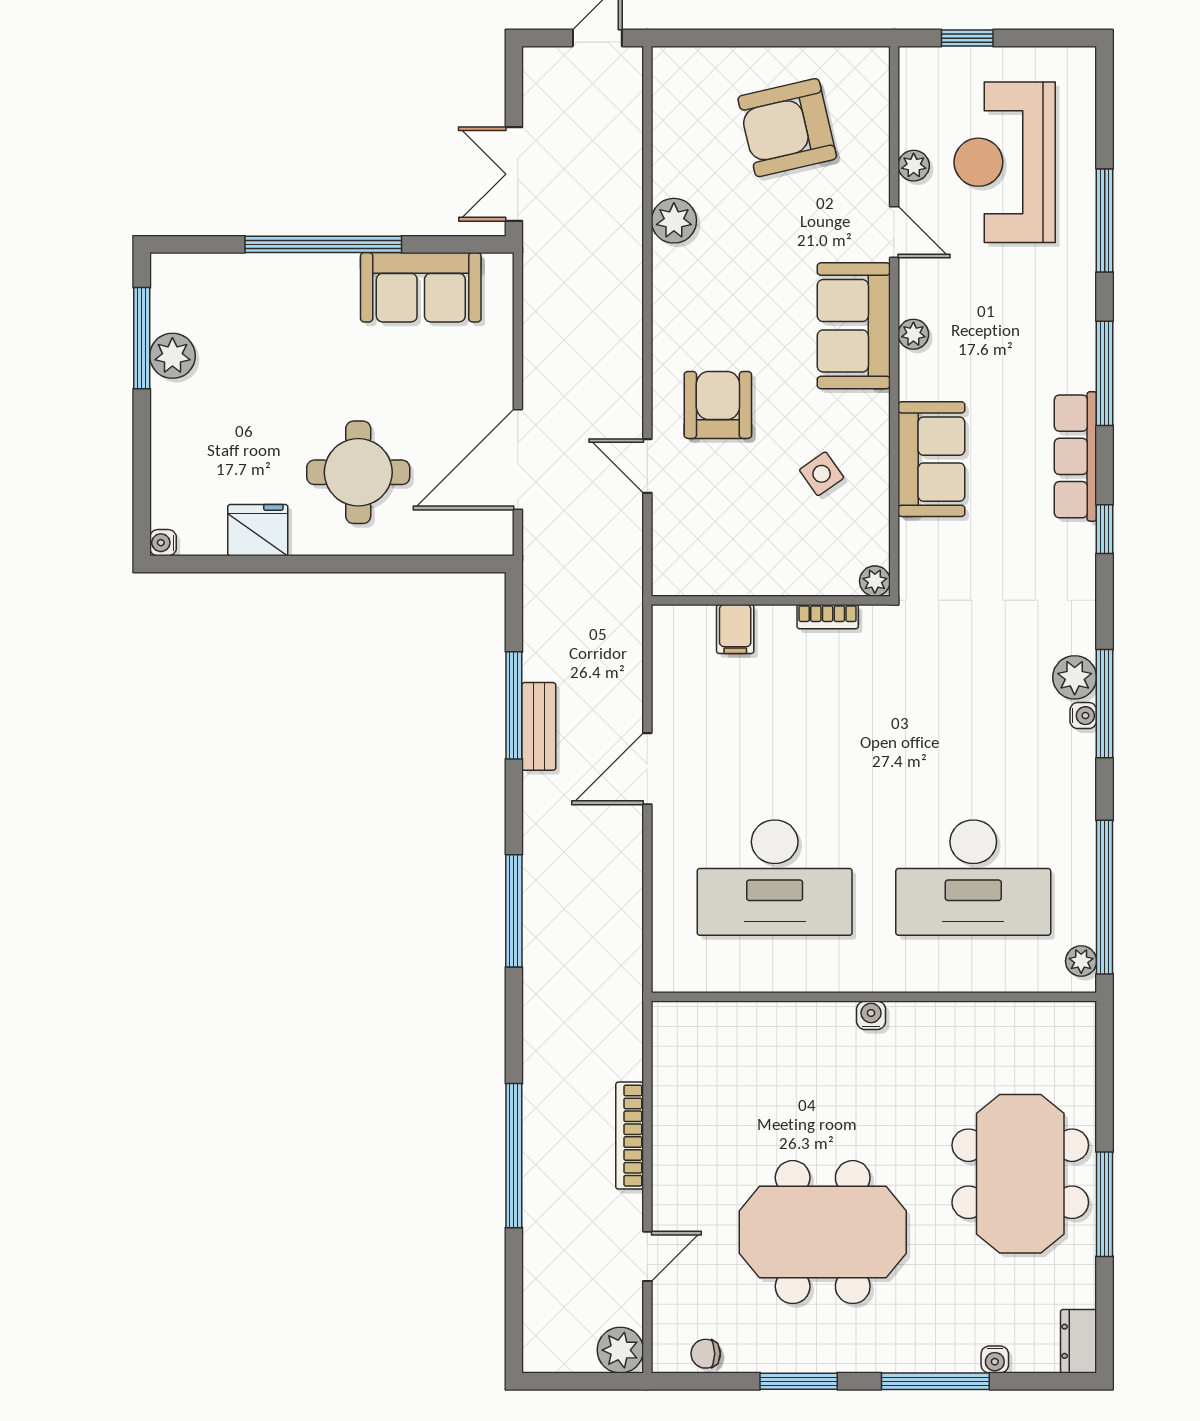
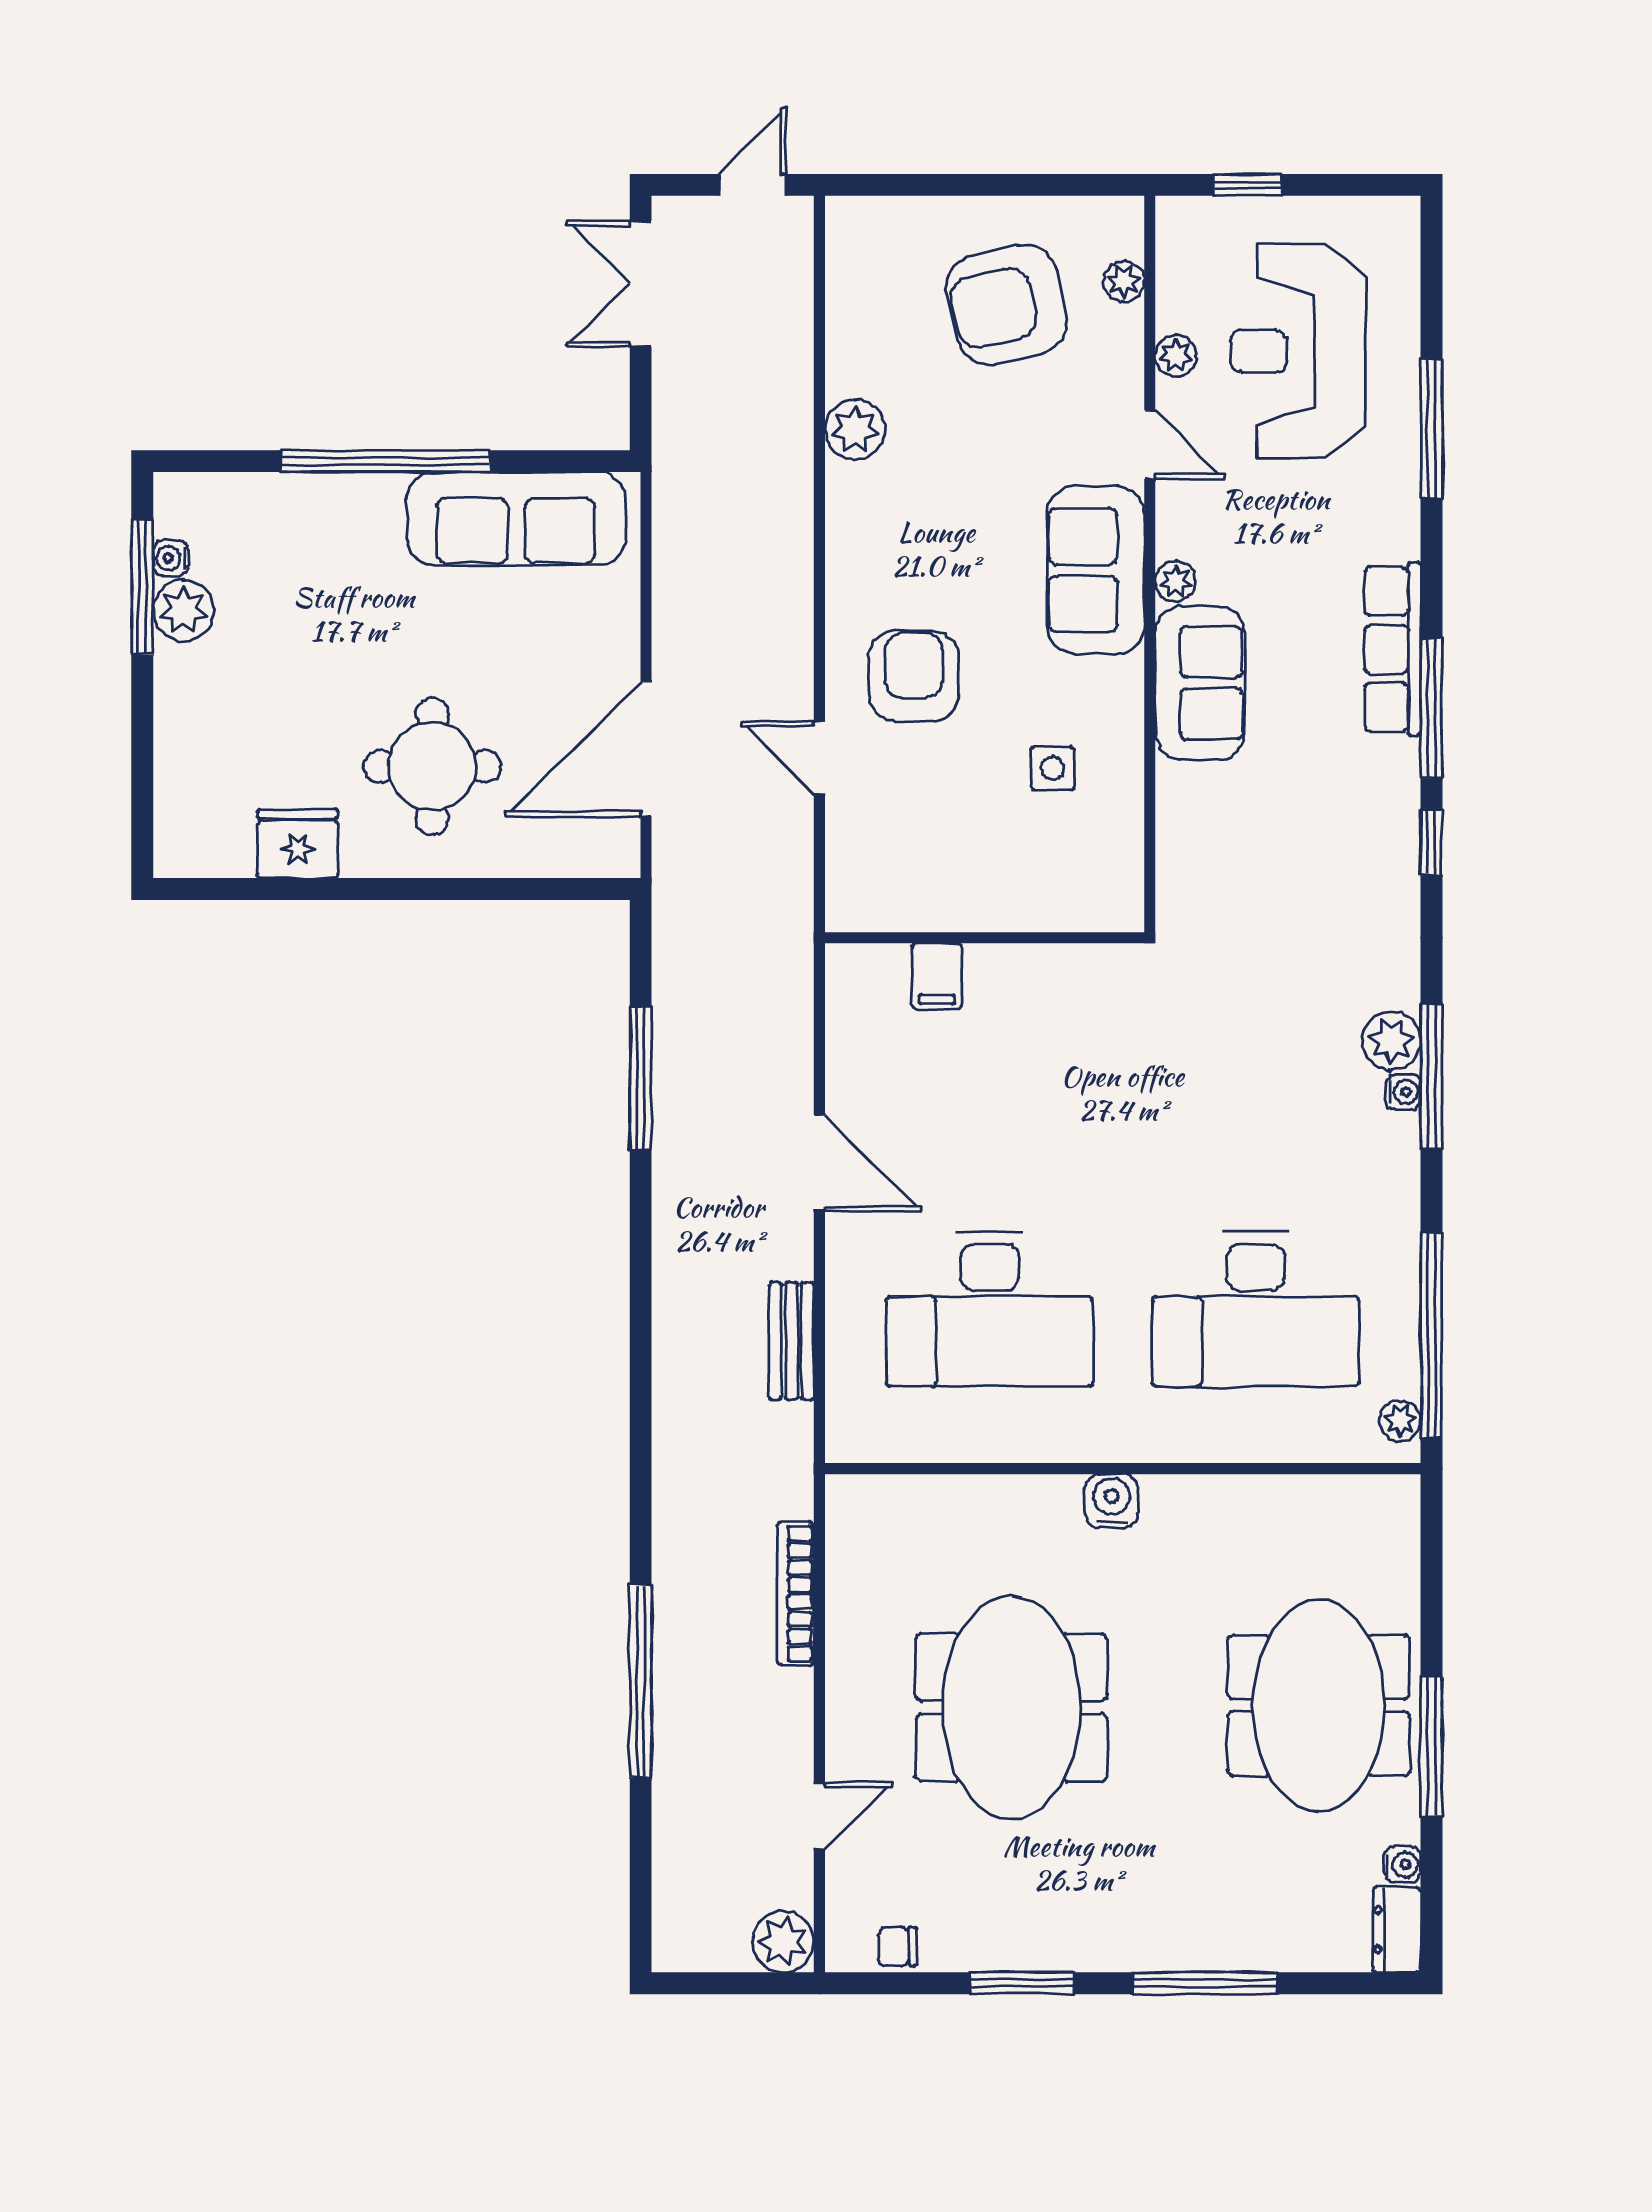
double door: (514, 174) -> (641, 284), moved
sofa: (421, 287) -> (516, 519), width x1.36
window: (1105, 373) -> (1431, 708), moved
row of seats: (1075, 456) -> (1393, 649), moved
sofa: (931, 459) -> (1200, 683), moved
side table: (822, 474) -> (1053, 768), turned 35
water cooler: (163, 543) -> (171, 558), moved
plant: (875, 581) -> (1124, 281), moved
bookcase: (828, 617) -> (1061, 960), removed
bench: (539, 726) -> (792, 1341), moved
door: (647, 769) -> (819, 1163), swing flipped
window: (514, 911) -> (641, 1353), removed
water cooler: (871, 1015) -> (1111, 1501), width x1.38, depth x1.38
bookcase: (630, 1136) -> (796, 1594), moved
meeting table: (823, 1232) -> (1012, 1707), moved, turned 90
water cooler: (995, 1359) -> (1402, 1864), moved, turned -90

